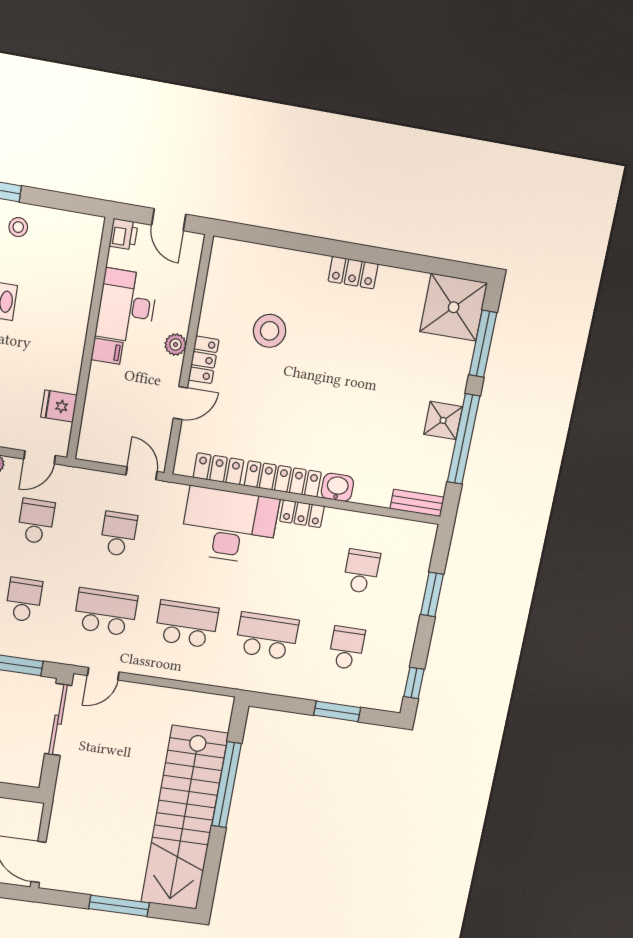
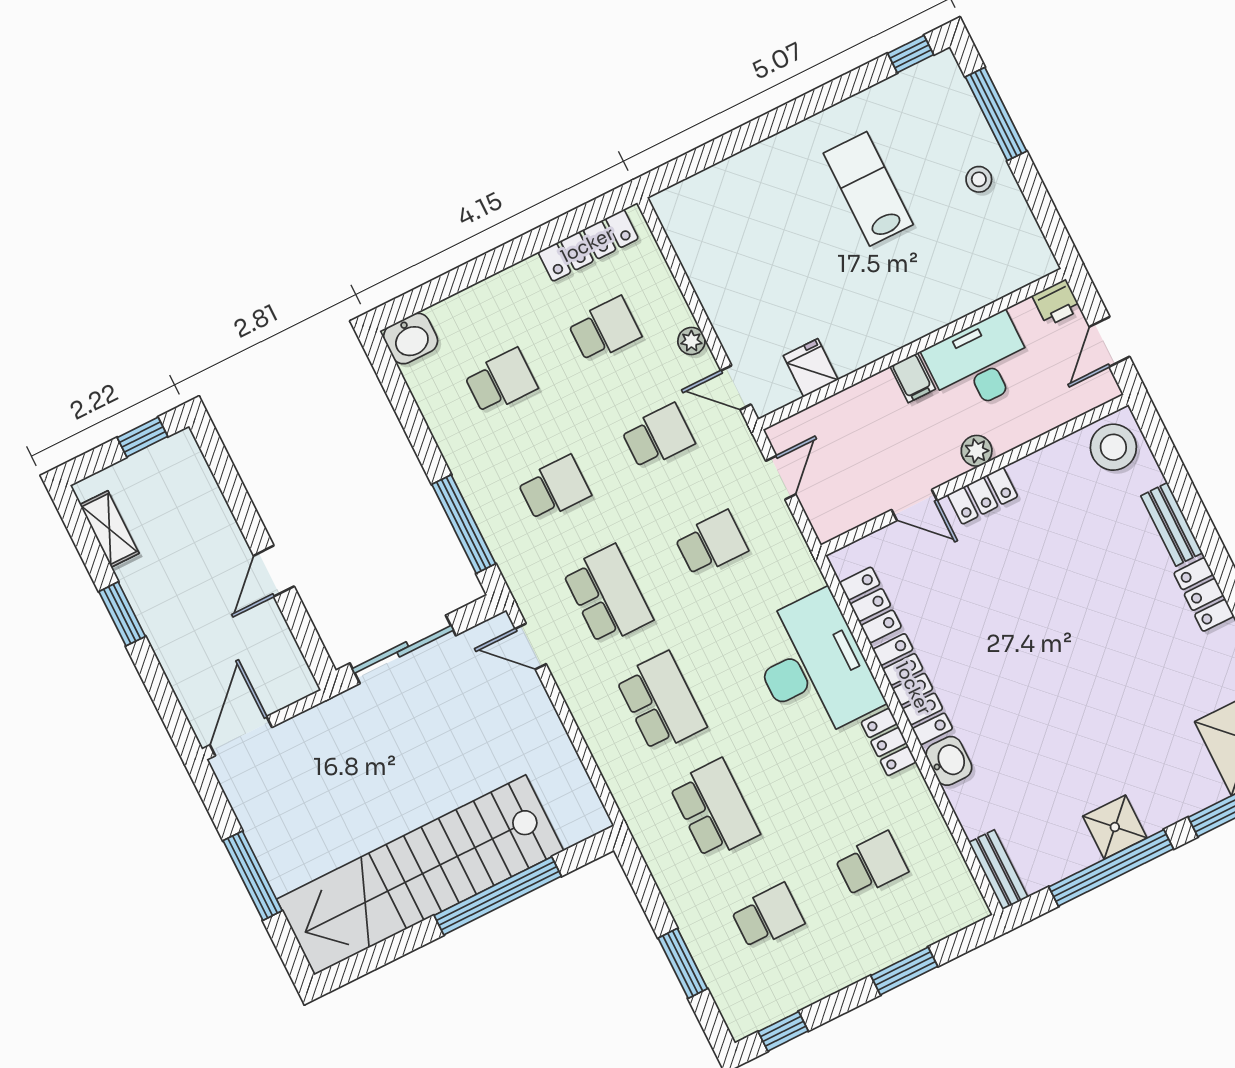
bench: (300, 262) -> (1172, 524), added
stool: (270, 331) -> (1113, 447), moved
door: (141, 473) -> (781, 478), moved
sliding door: (58, 720) -> (403, 649), moved

